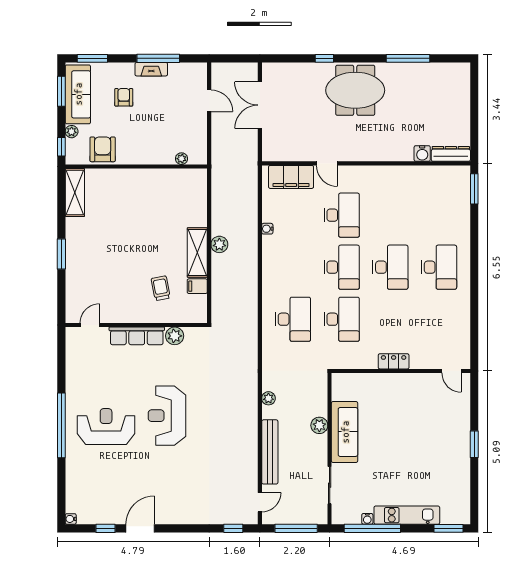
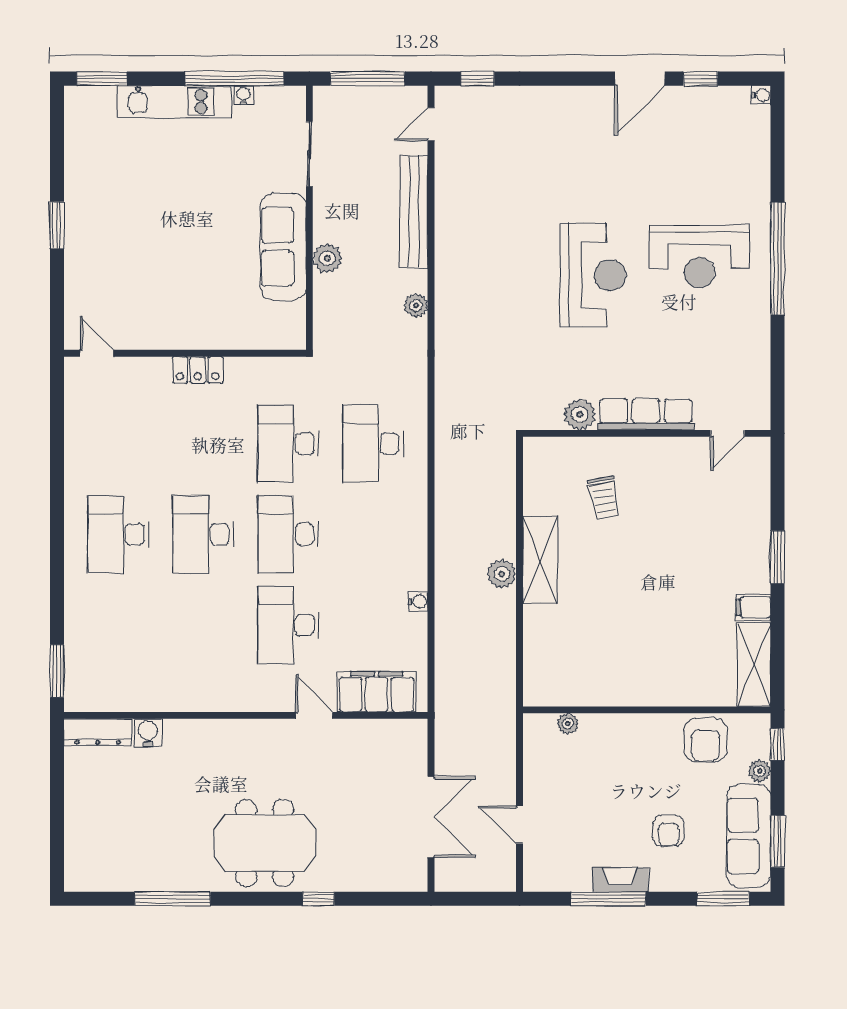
filing cabinet: (197, 286) -> (753, 607), moved, turned 180

